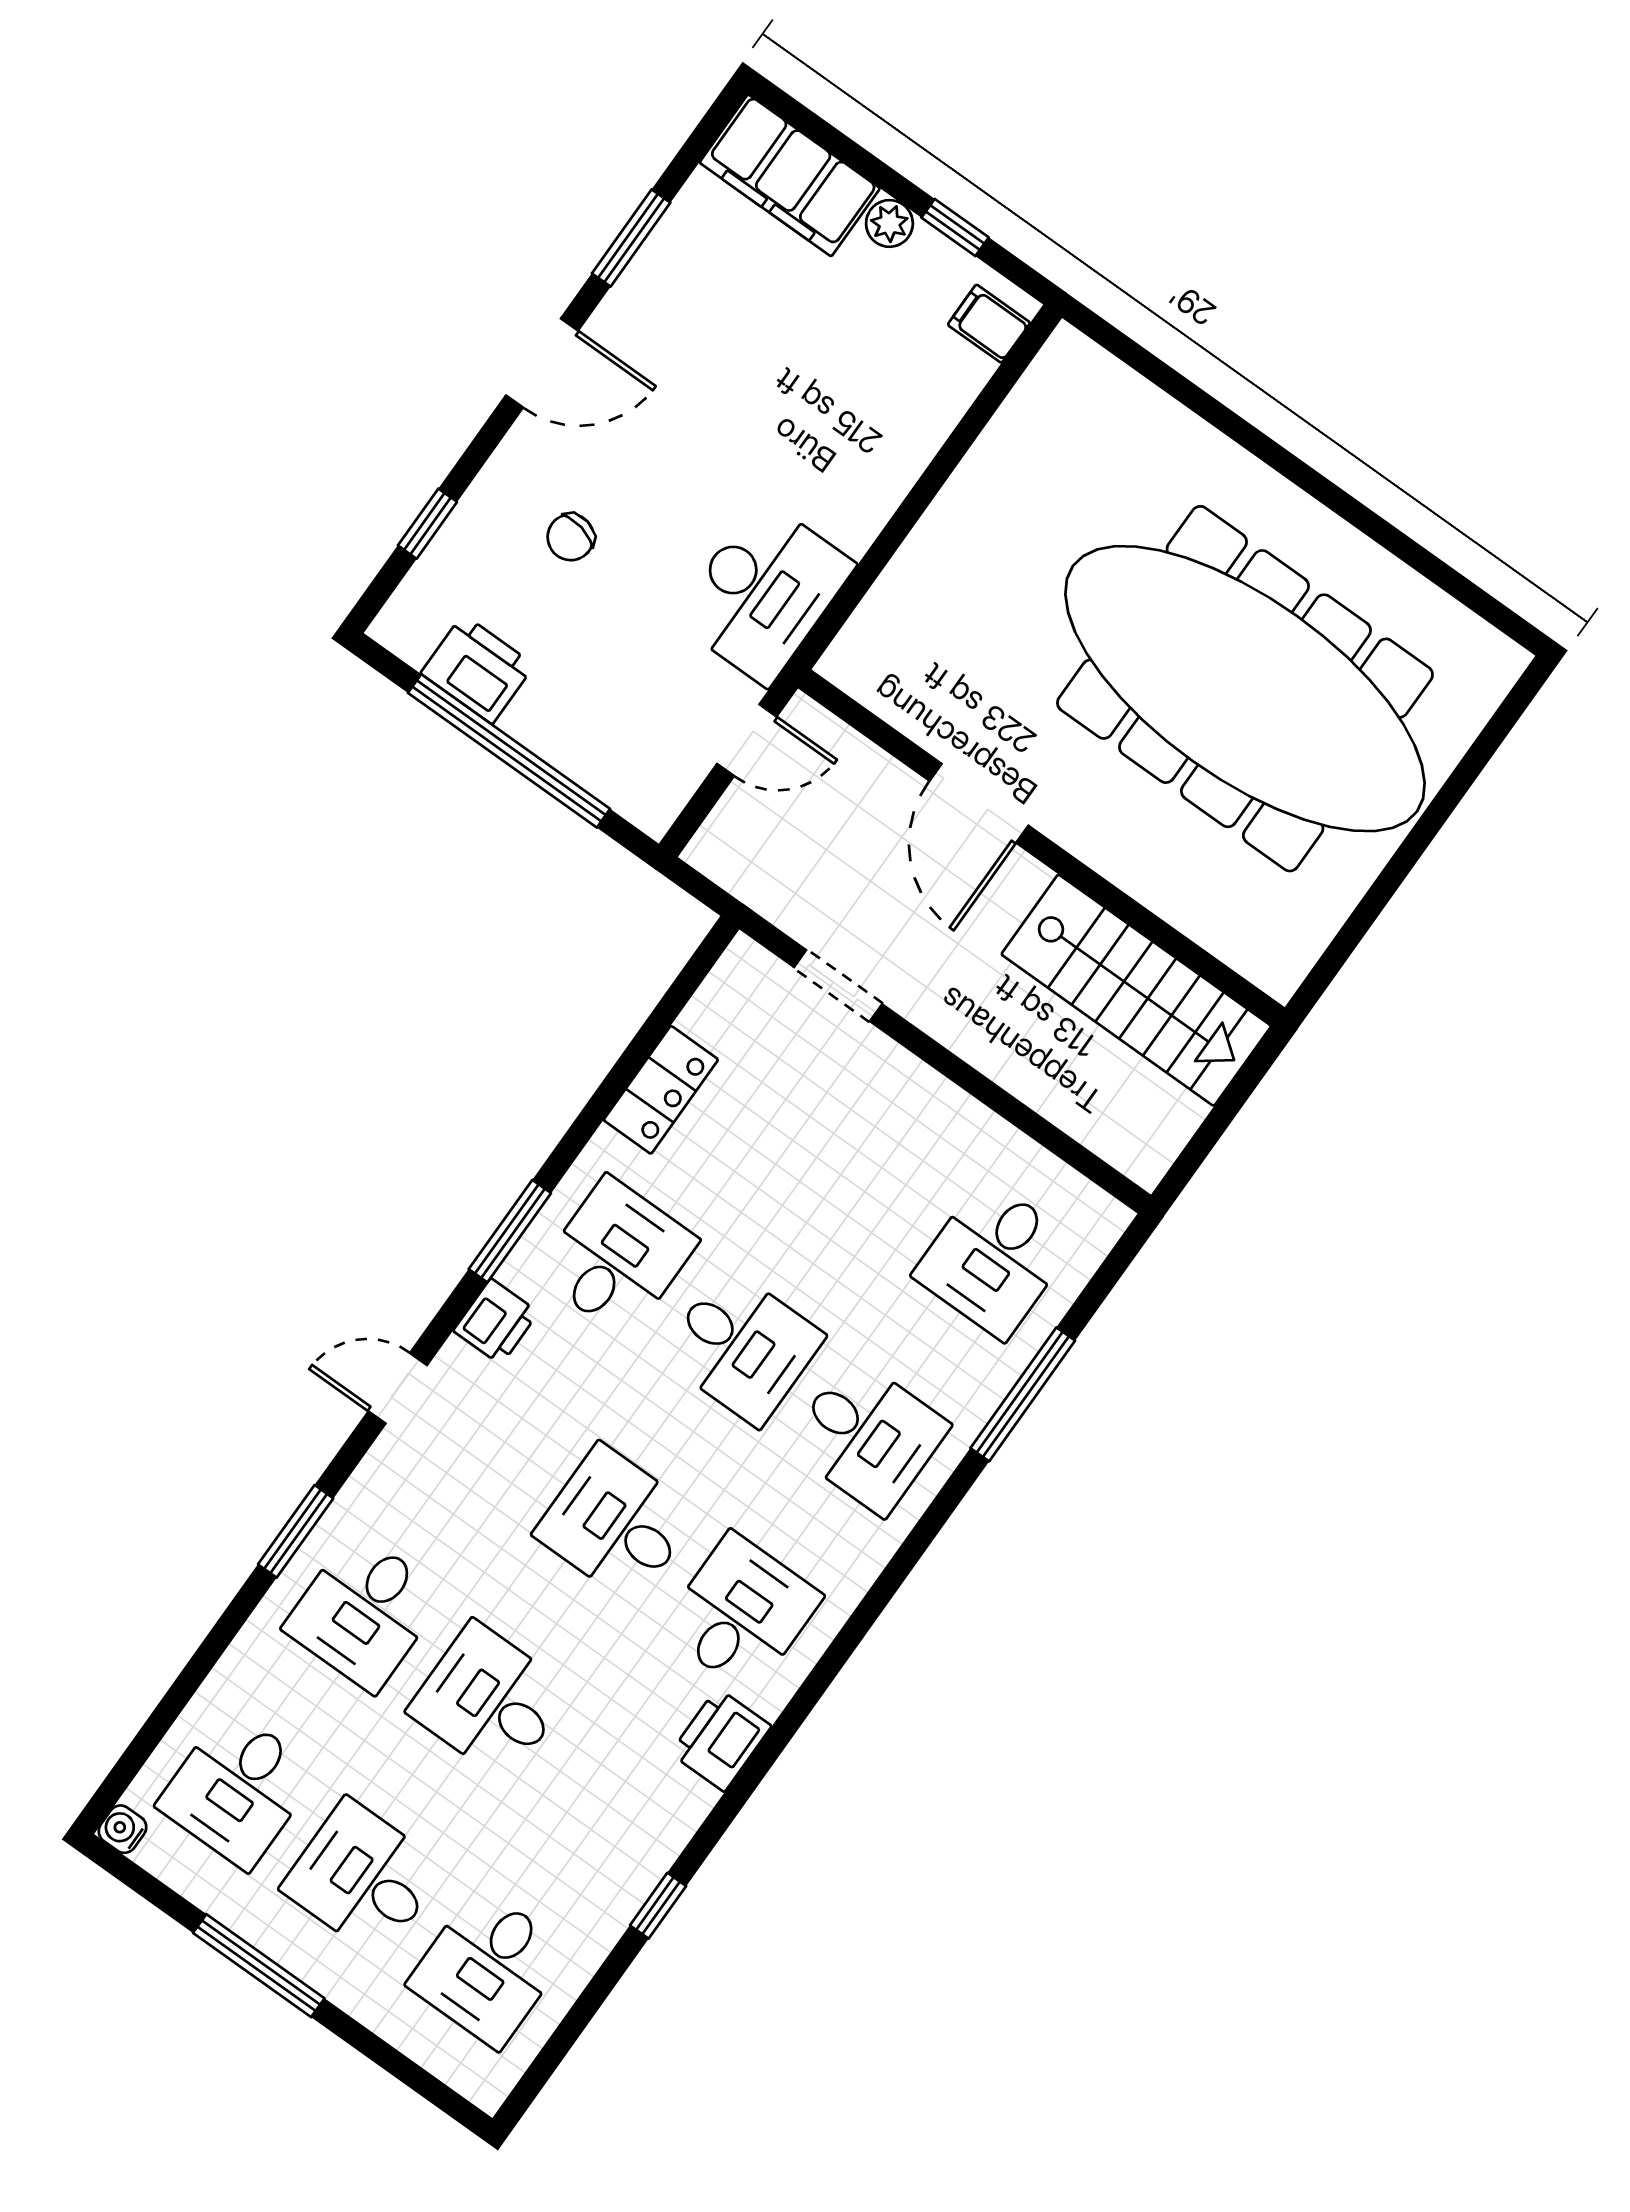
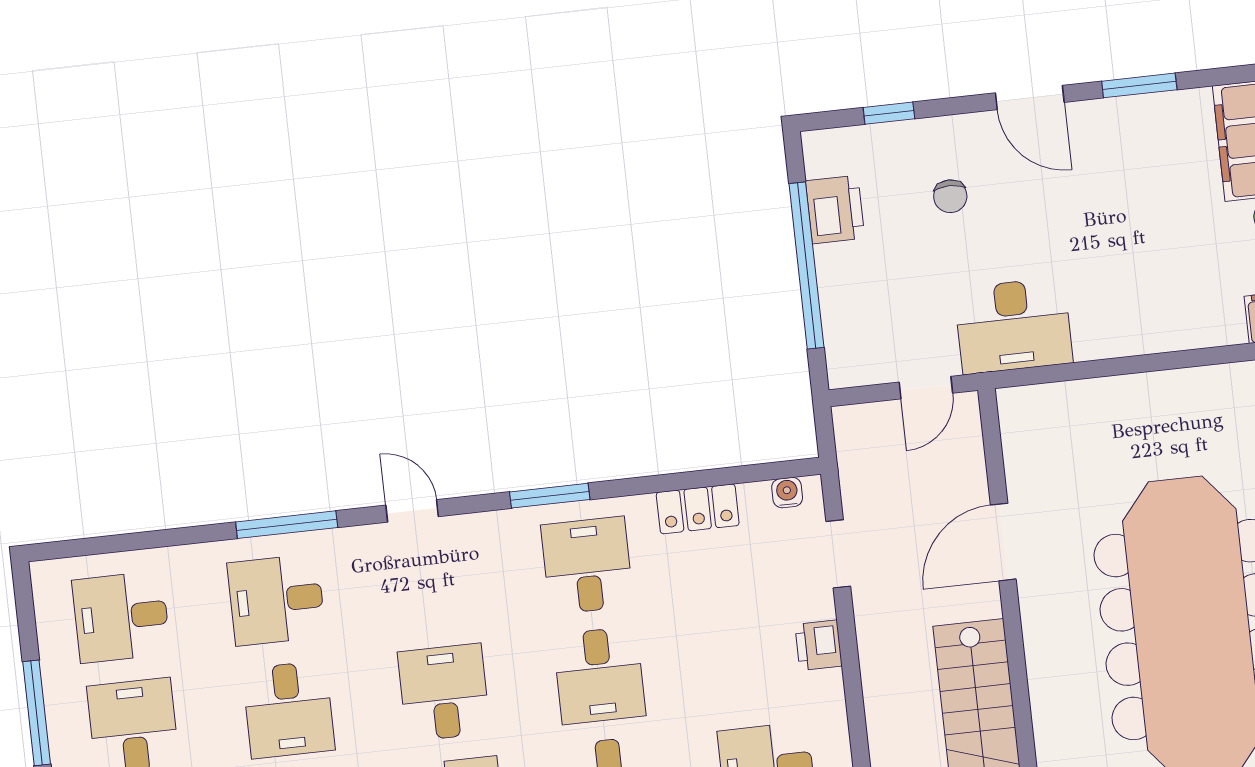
chair: (571, 537) -> (950, 196), turned -102
door: (747, 740) -> (926, 388), hinge flipped
desk: (617, 1257) -> (587, 565), turned -90
printer: (496, 1322) -> (819, 645), moved, turned 90
window: (296, 1531) -> (287, 525), width x1.44
desk: (489, 1701) -> (289, 710), turned 180
water cooler: (122, 1829) -> (787, 493), moved

